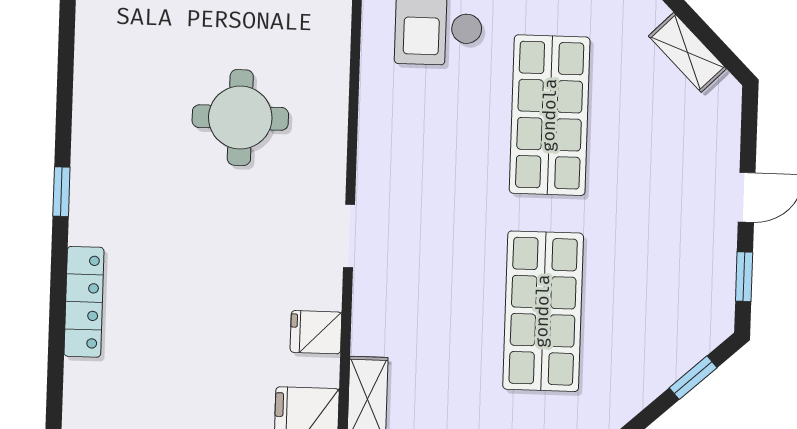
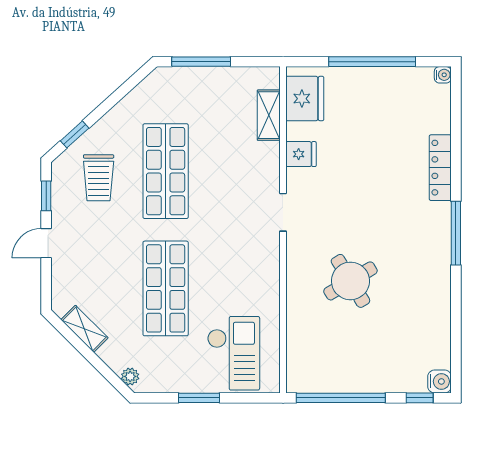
round table: (240, 118) -> (350, 281), turned -31
window: (61, 192) -> (456, 233), width x2.17
trolley: (655, 304) -> (99, 178), added

